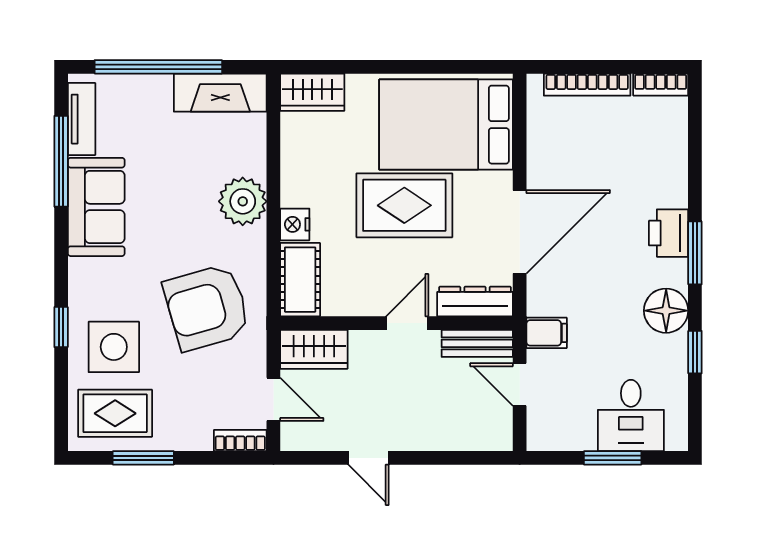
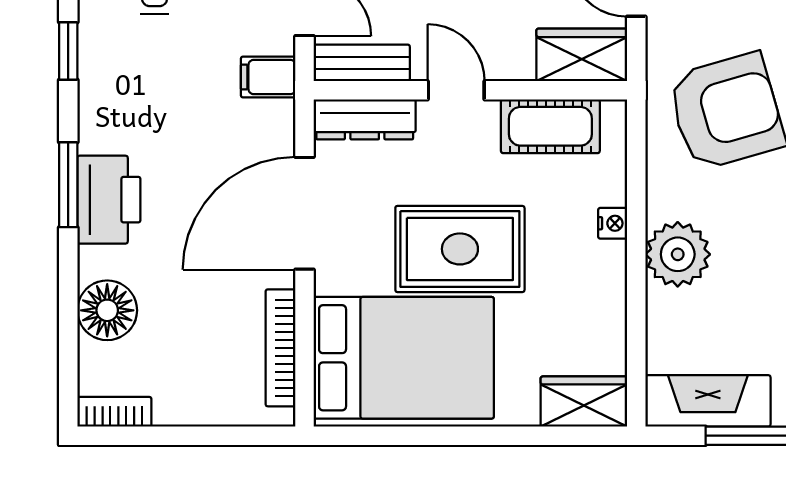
bookcase: (587, 85) -> (280, 348), moved, turned -90
nightstand: (295, 224) -> (613, 223), width x0.72, depth x0.74
printer: (669, 233) -> (109, 200), width x1.37, depth x1.19
cot: (300, 280) -> (550, 126), moved, turned 90
floor lamp: (666, 311) -> (107, 310), moved
door: (407, 323) -> (456, 90), swing flipped

